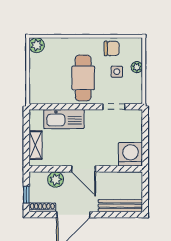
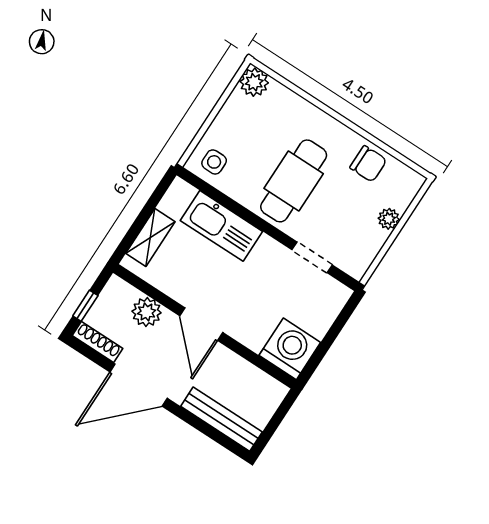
side table: (117, 72) -> (214, 162), moved

